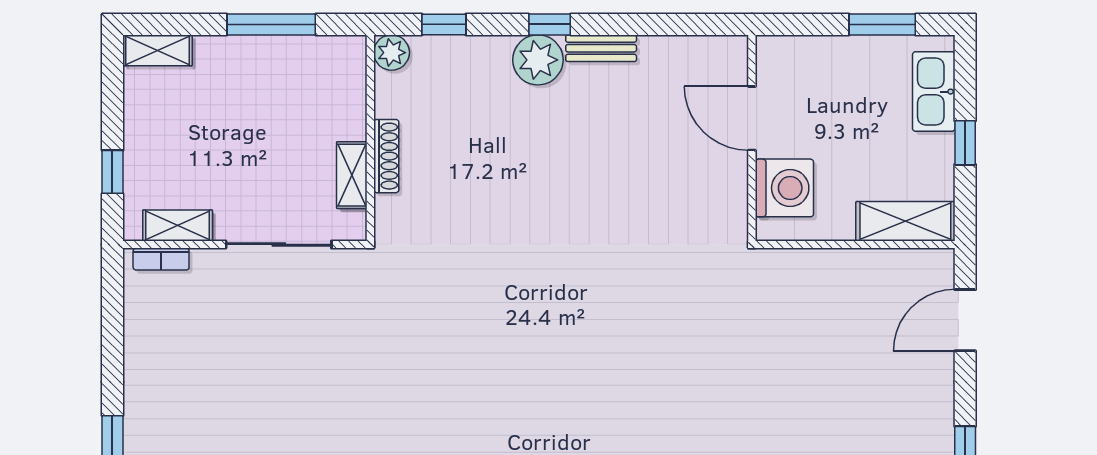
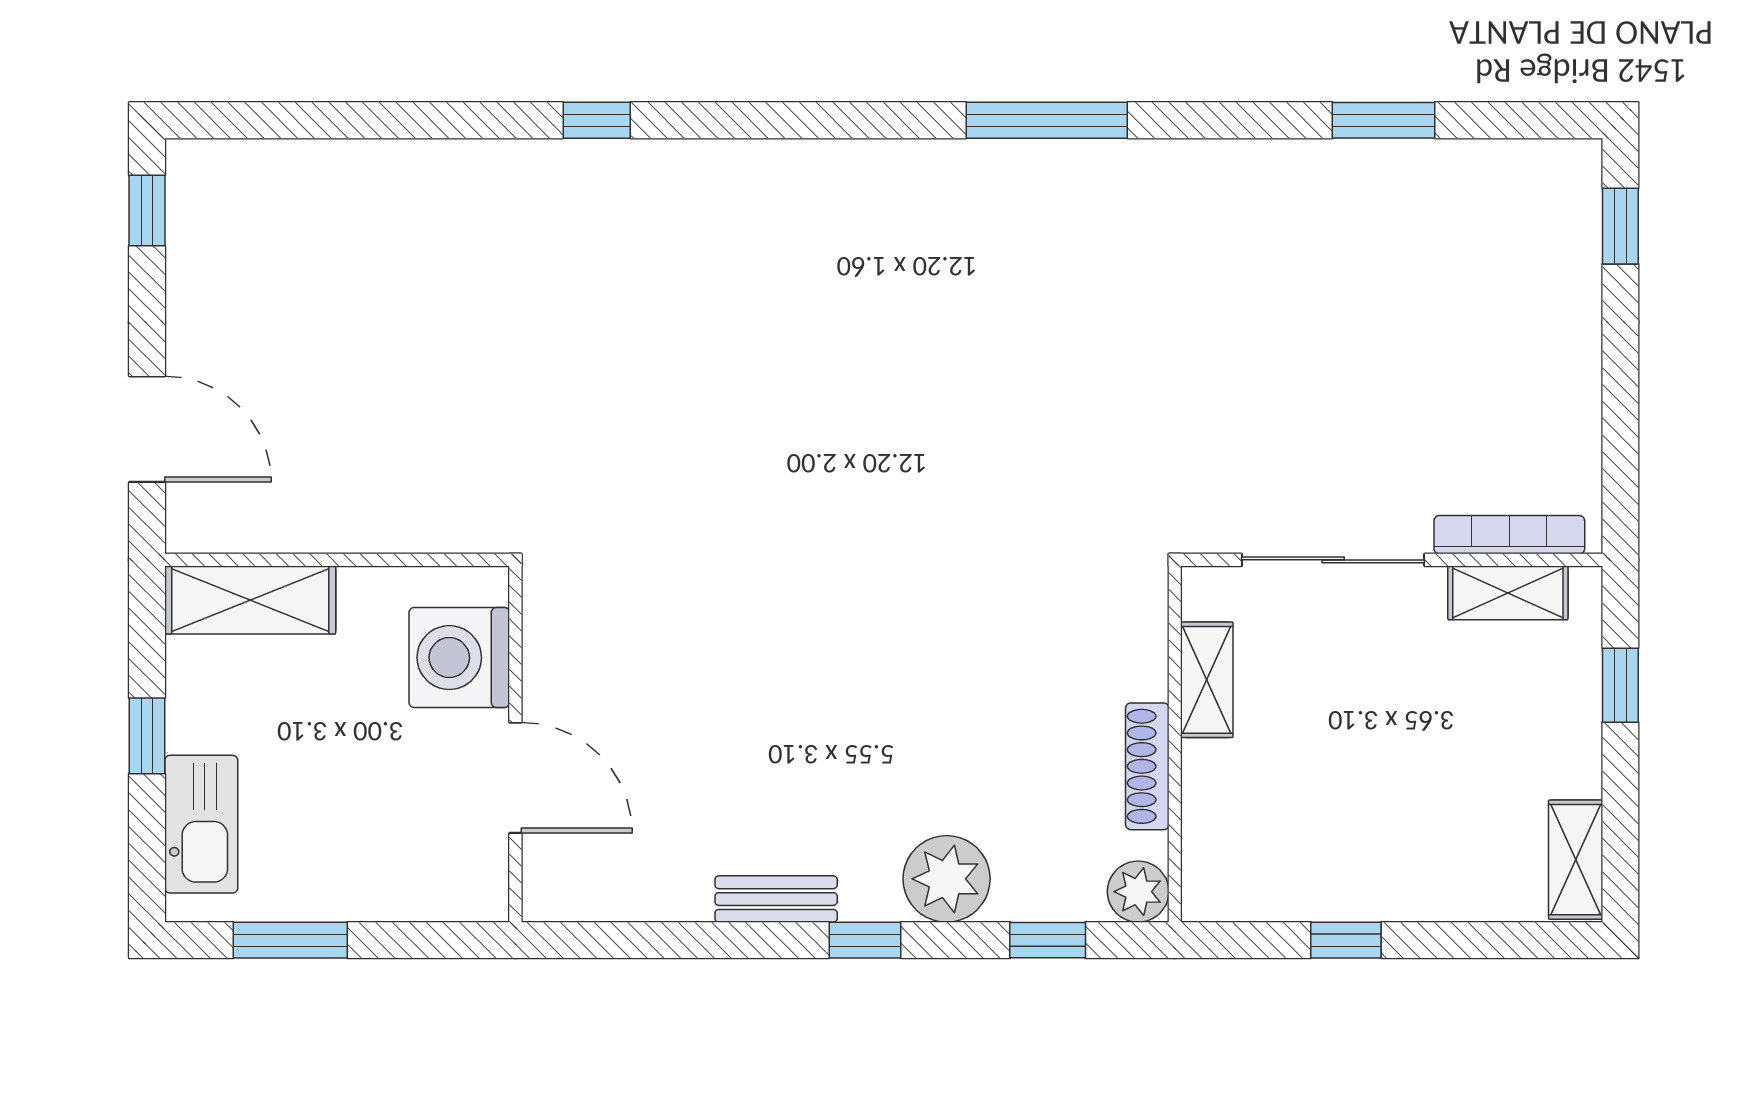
window: (271, 24) -> (1346, 940), width x0.46
shelving: (157, 50) -> (1576, 860), moved, turned 90
plant: (538, 60) -> (947, 879), moved
shoe rack: (386, 156) -> (1147, 766), moved
bookcase: (161, 259) -> (1509, 535), width x1.56
door: (965, 320) -> (147, 429), hinge flipped

